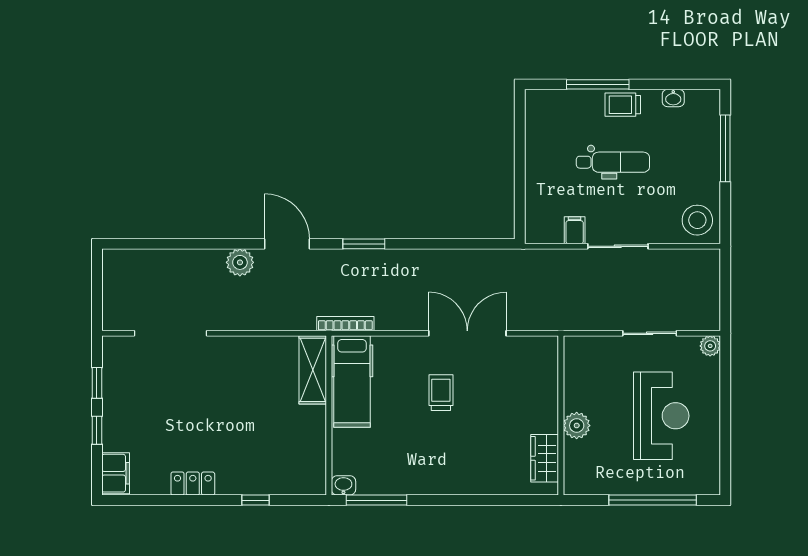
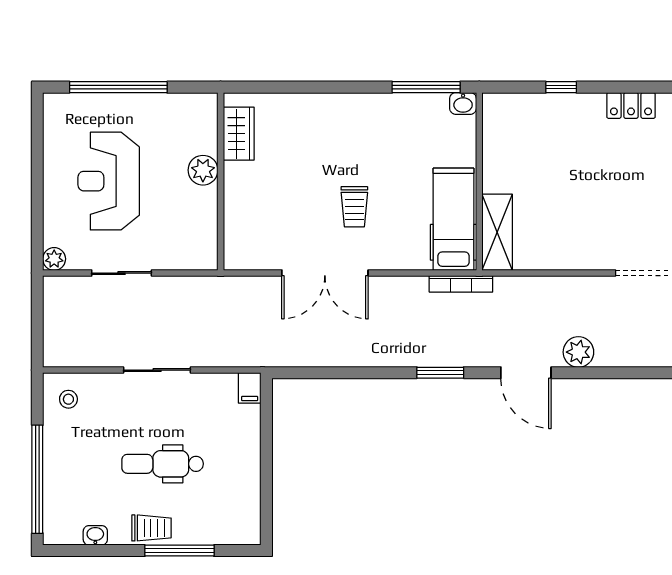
window: (725, 148) -> (37, 479), width x1.46
stool: (697, 220) -> (68, 399), width x0.53, depth x0.53
filing cabinet: (575, 230) -> (250, 388), moved

